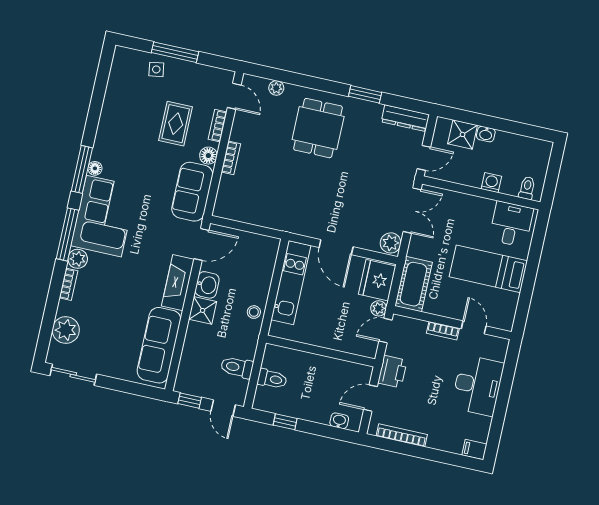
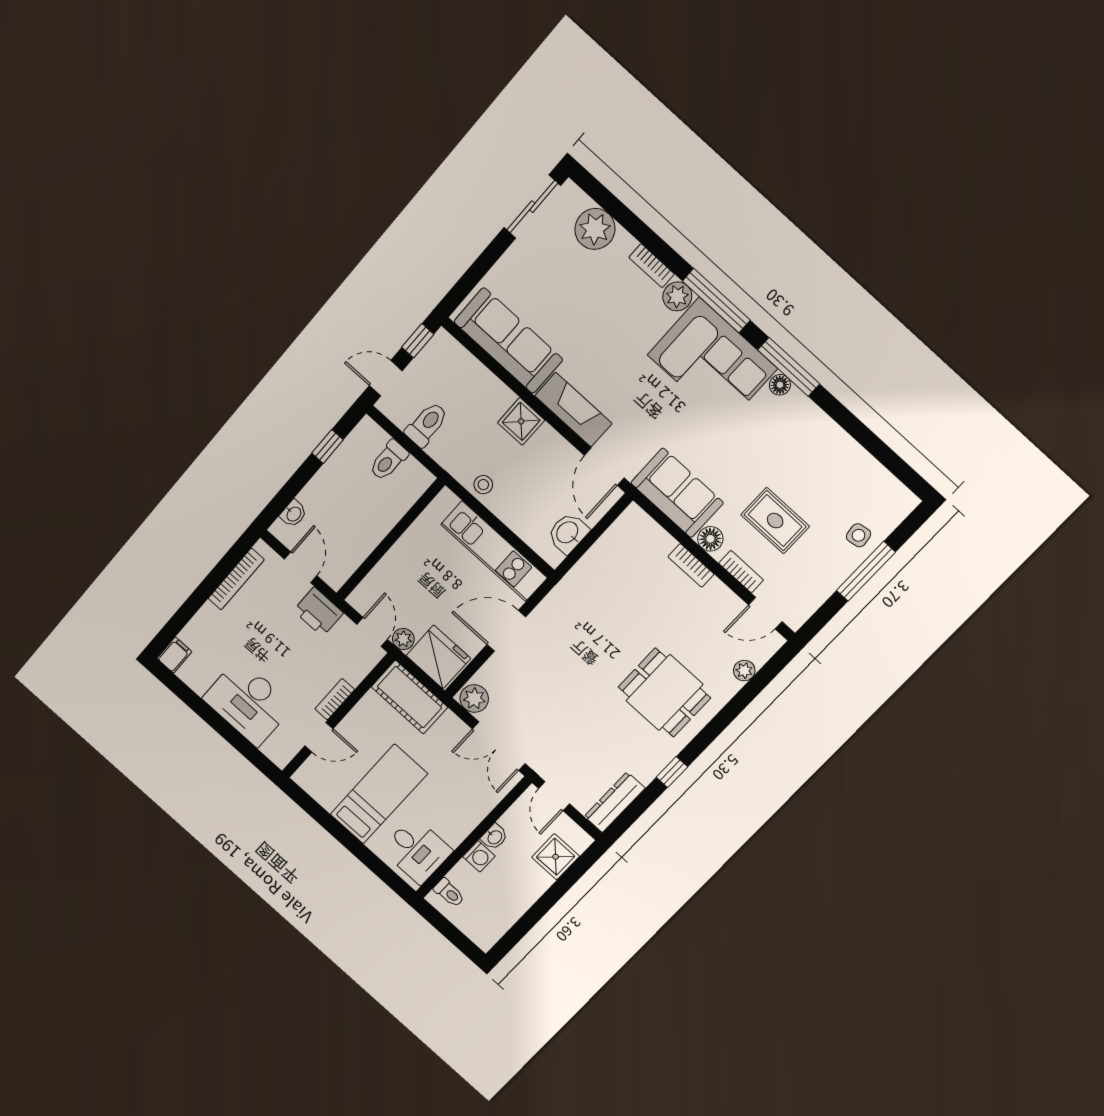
window: (365, 94) -> (672, 772), width x0.67
washbasin: (486, 134) -> (494, 837), moved, turned 180
washbasin: (207, 285) -> (568, 533), moved, turned 90

